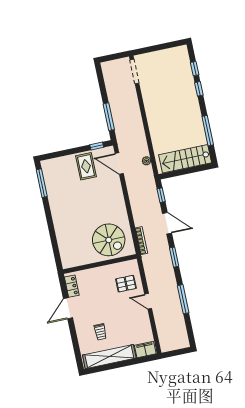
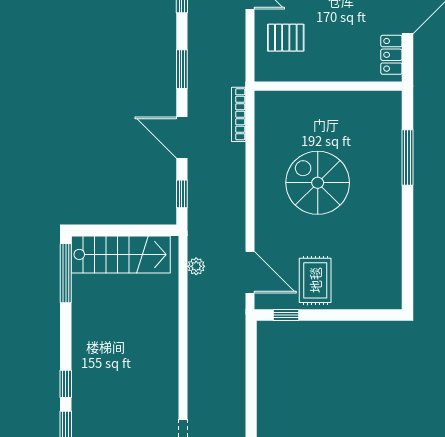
window: (109, 117) -> (251, 367), removed
window: (208, 131) -> (66, 273), moved
window: (42, 183) -> (407, 157), moved
spiral stairs: (109, 240) -> (318, 183), moved

